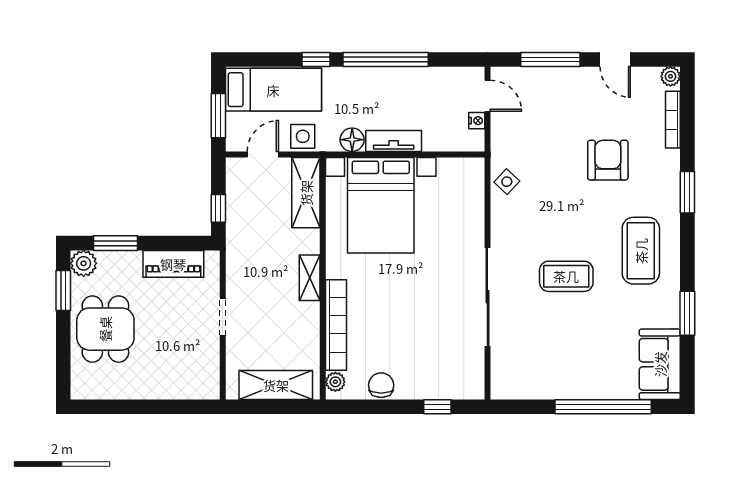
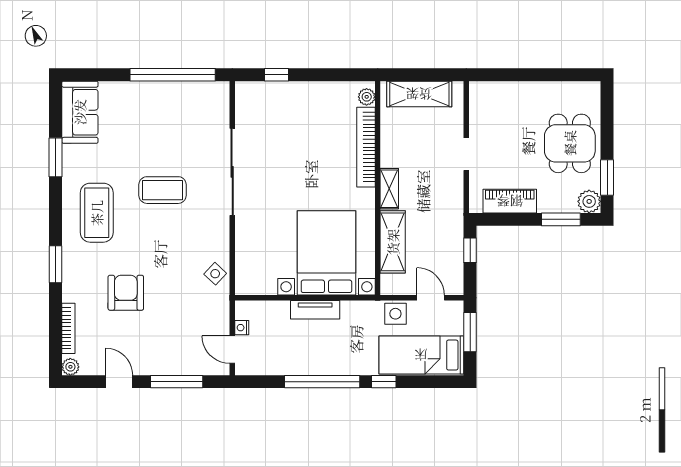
floor lamp: (352, 140) -> (352, 311), removed
door: (263, 154) -> (431, 298), swing flipped
armchair: (608, 160) -> (126, 293), turned 180
shelving: (306, 193) -> (393, 242), moved
chair: (381, 385) -> (326, 94), removed
window: (603, 407) -> (173, 75), moved

